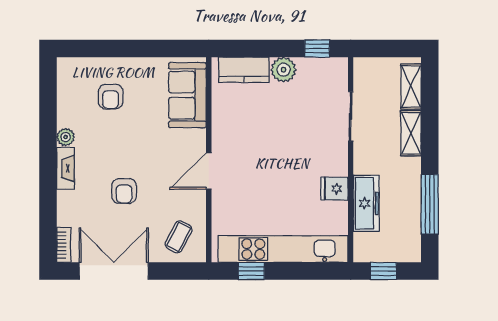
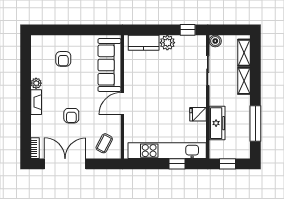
boiler: (363, 67) -> (215, 41), added
sofa: (187, 95) -> (109, 65), width x1.36
window: (251, 271) -> (177, 164), moved

